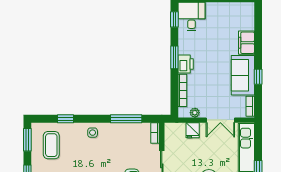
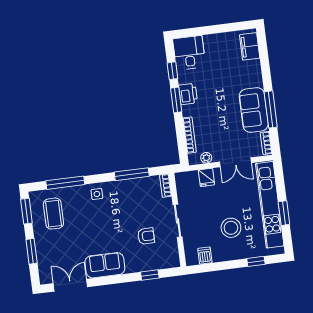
window: (174, 19) -> (172, 71), moved
filing cabinet: (246, 43) -> (250, 46), moved
printer: (186, 64) -> (188, 94), moved
window: (258, 77) -> (271, 109), width x2.17
window: (66, 119) -> (65, 183), width x2.17

